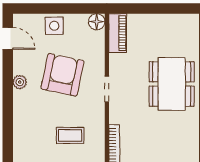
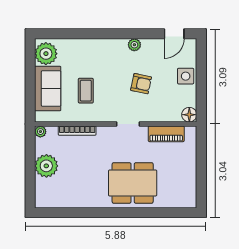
piano: (118, 33) -> (166, 134), moved
armchair: (62, 75) -> (141, 84), width x0.53, depth x0.53

